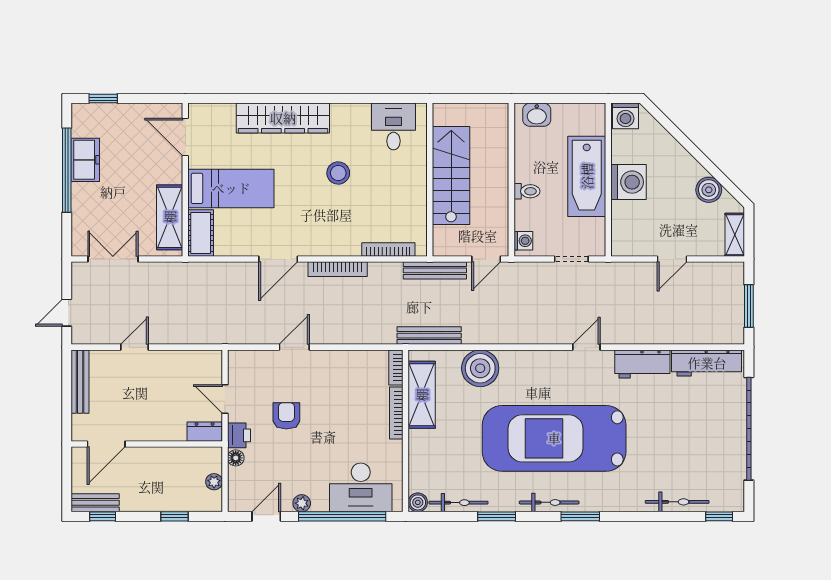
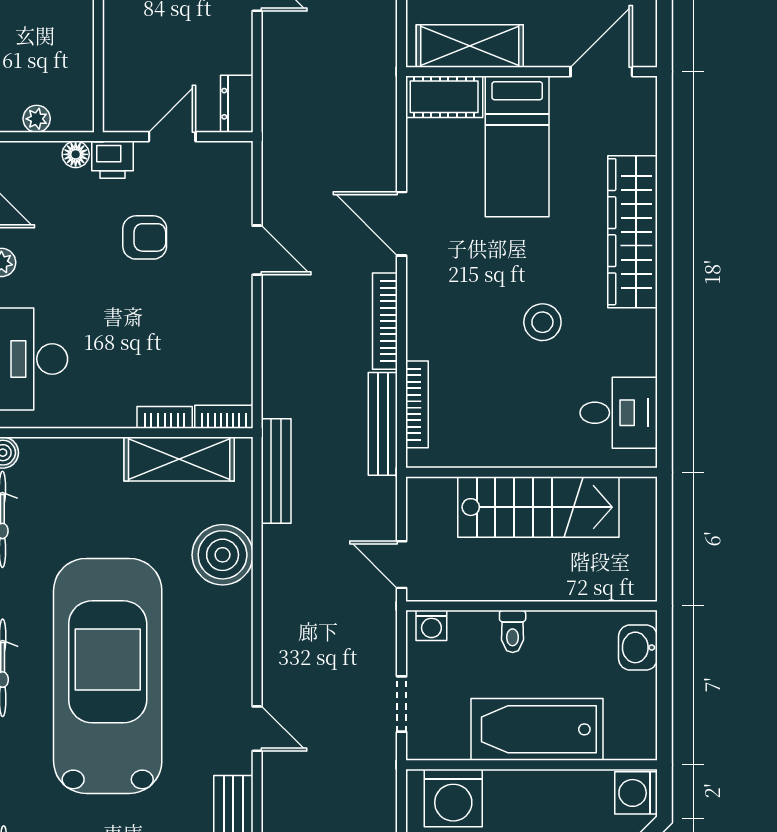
washing machine: (629, 182) -> (453, 798), moved
bench: (435, 270) -> (383, 424), moved
bookcase: (396, 413) -> (165, 417), width x0.64
dresser: (205, 432) -> (237, 104), moved, turned 180

